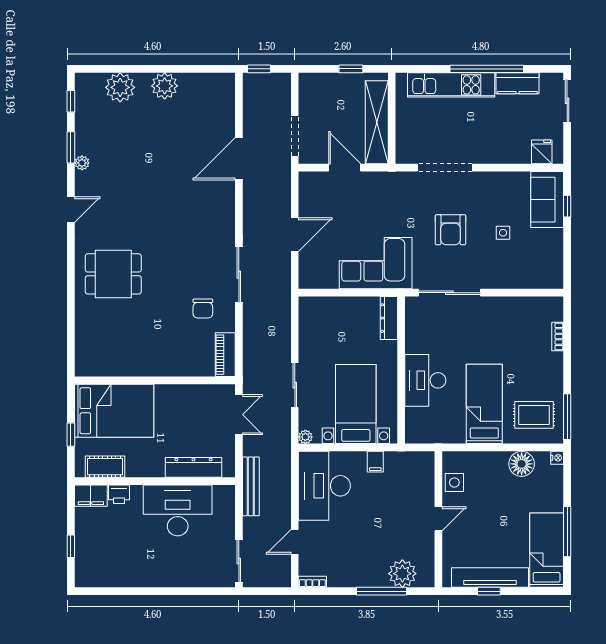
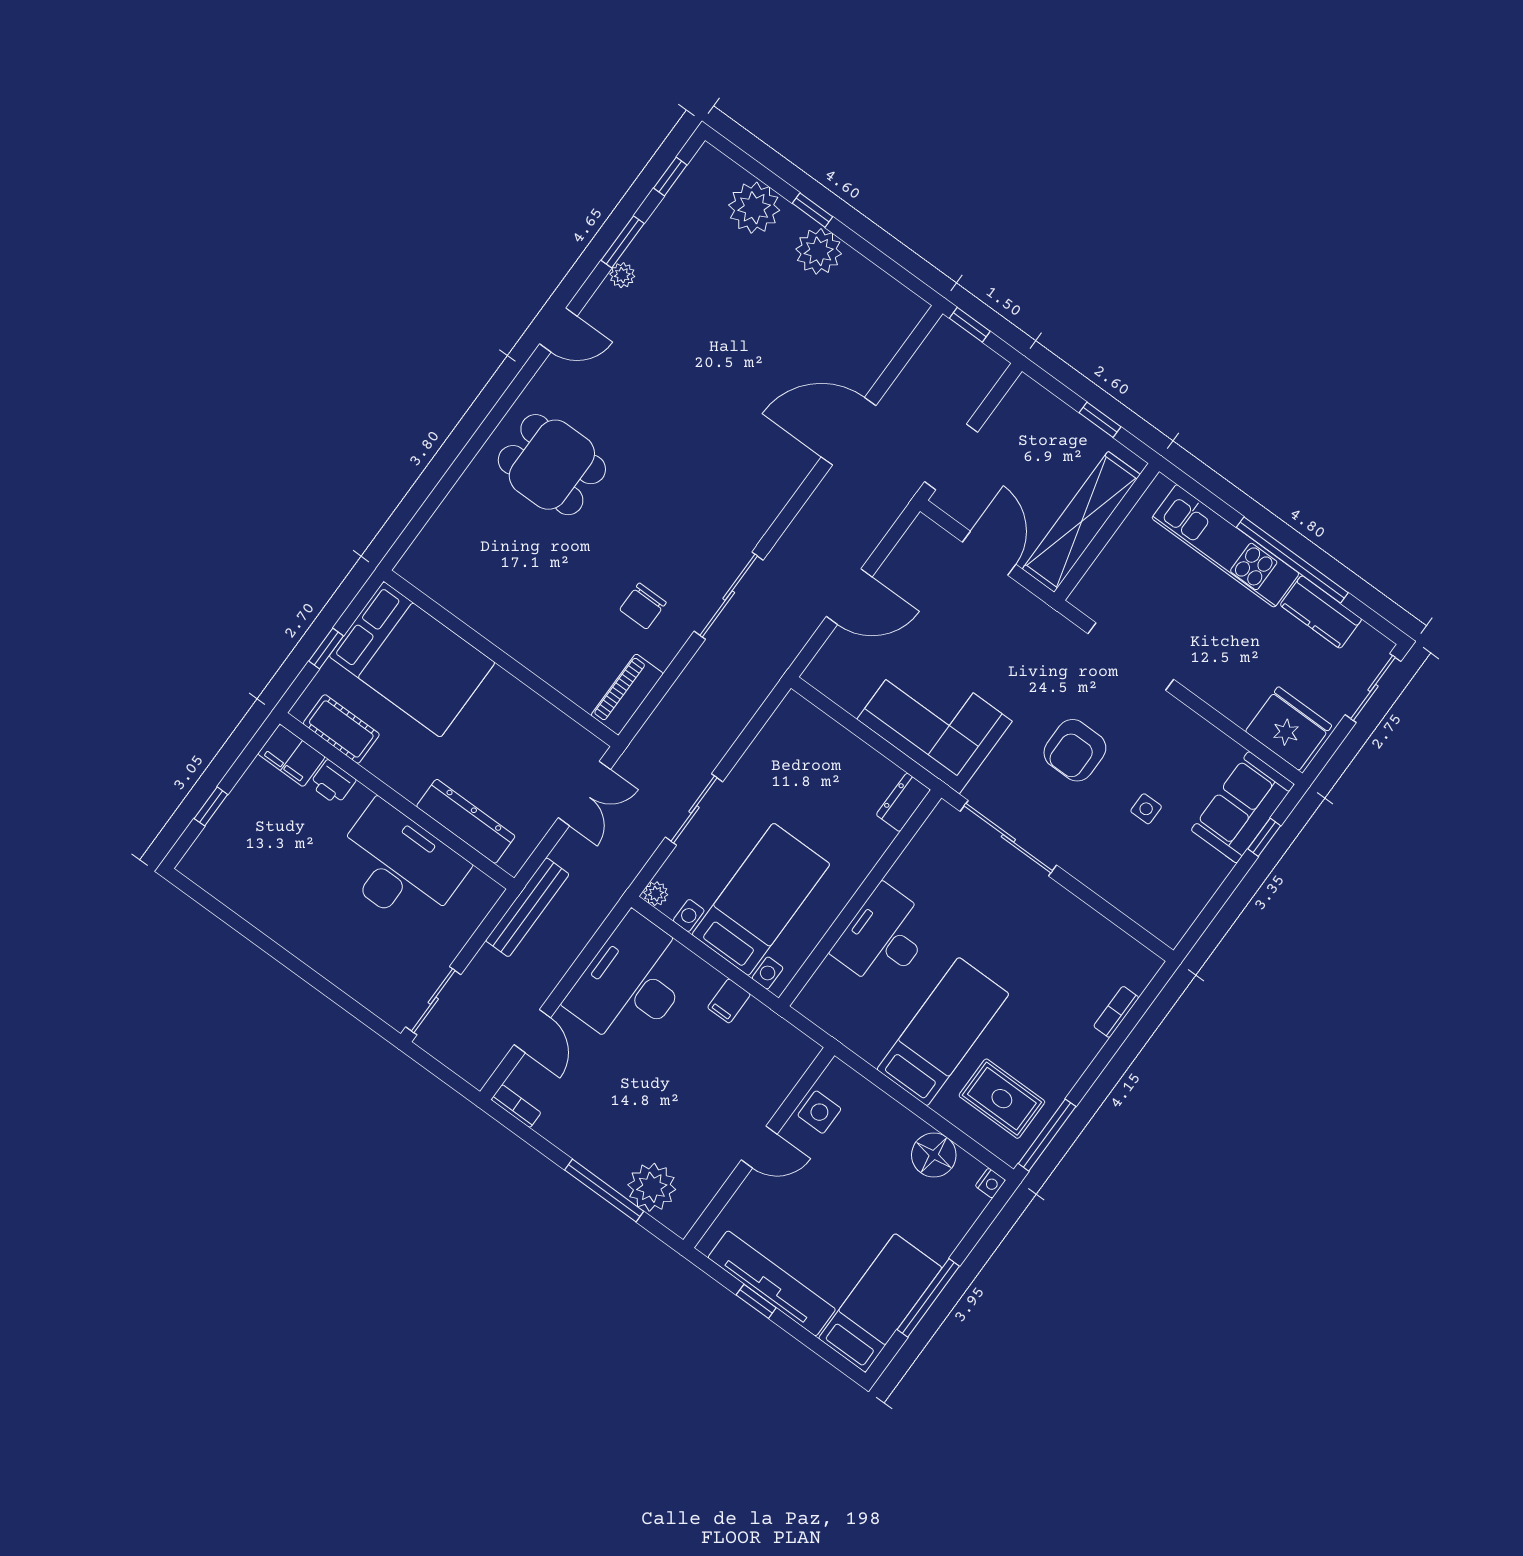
window: (148, 69) -> (813, 210), added
fridge: (542, 152) -> (1289, 728), width x1.88, depth x1.34
dresser: (389, 318) -> (903, 802), width x0.70
door: (295, 542) -> (532, 1031), swing flipped

